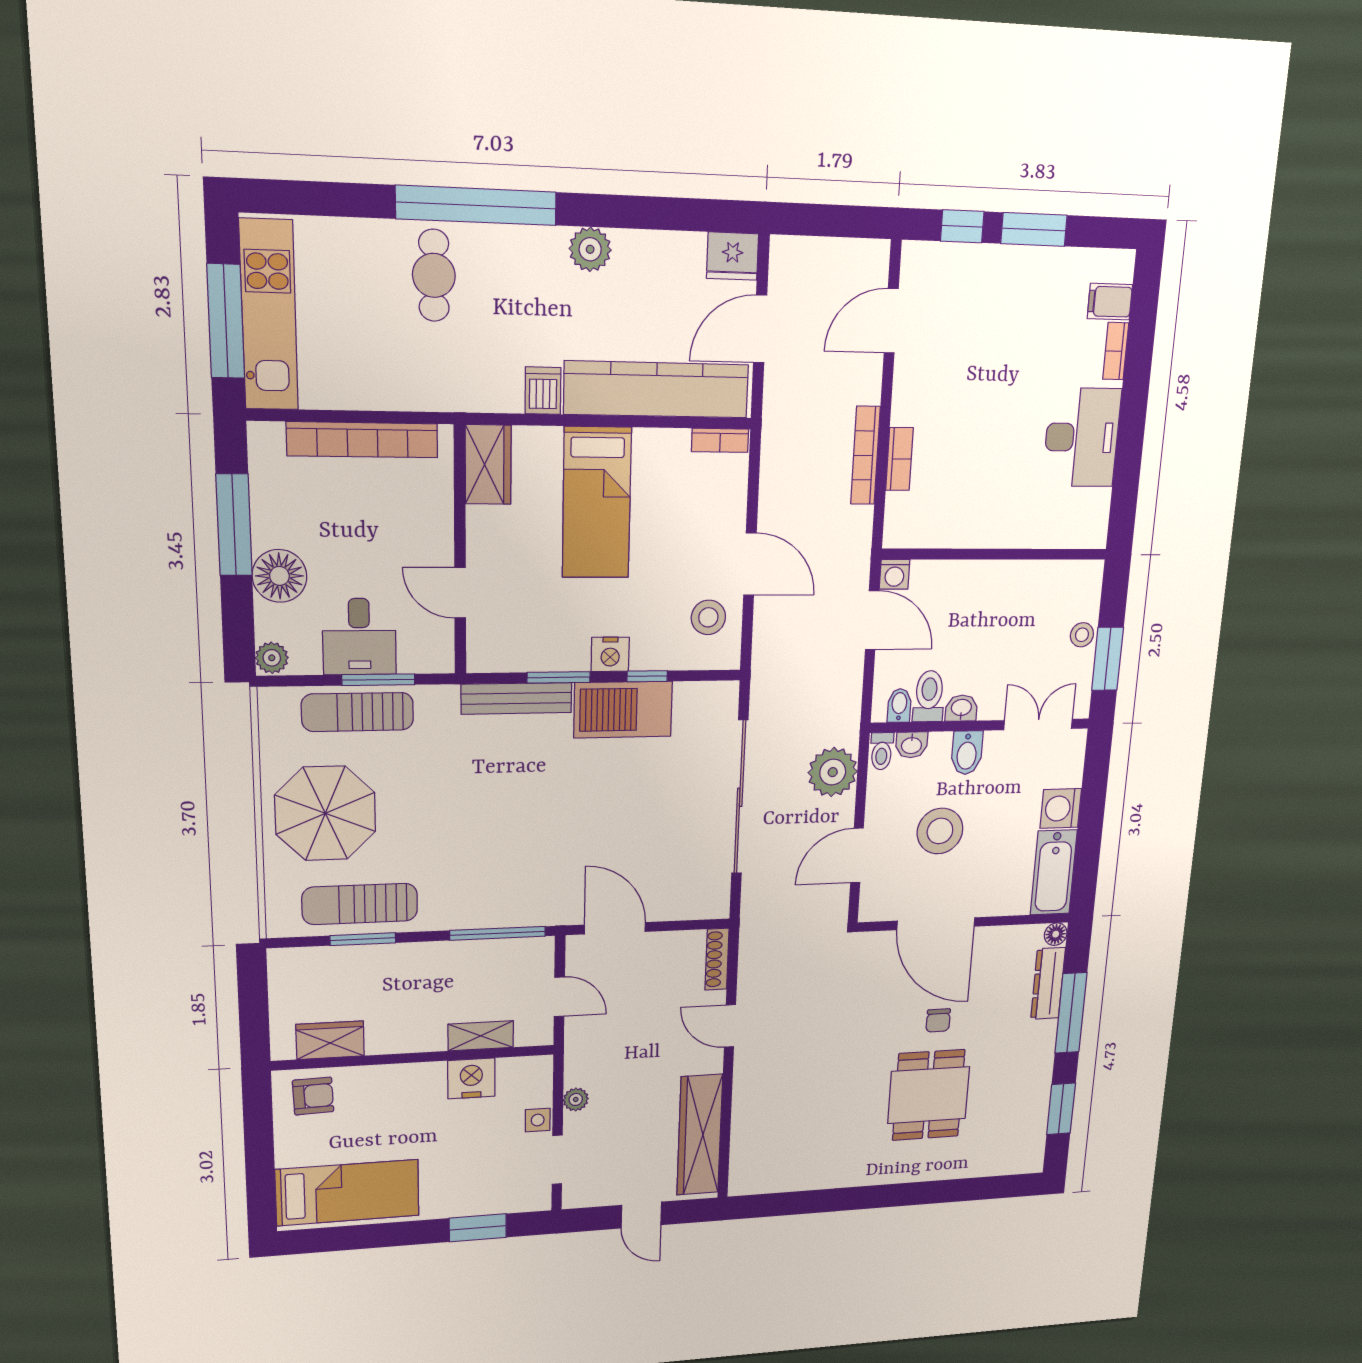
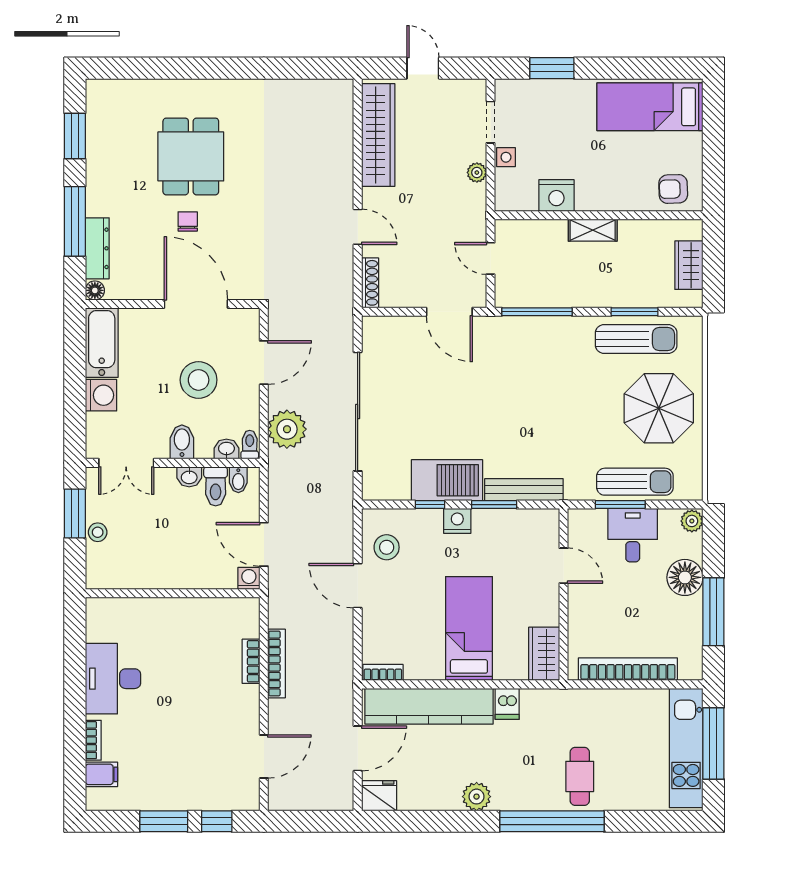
shelving: (481, 1036) -> (593, 230), moved
wardrobe: (330, 1040) -> (689, 265), moved, turned 90

